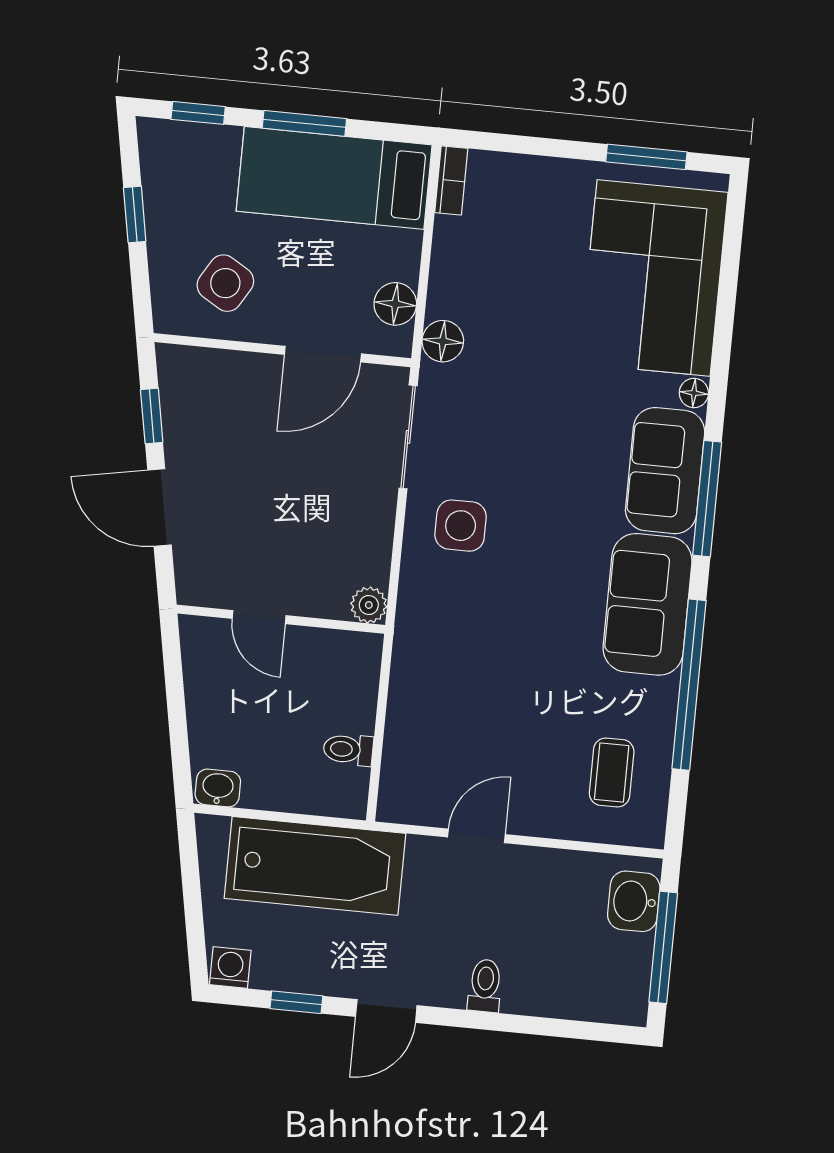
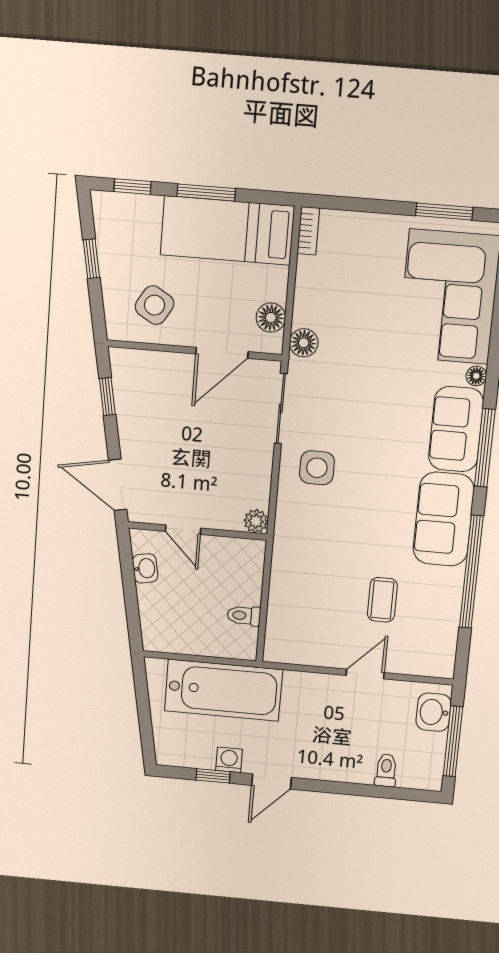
door: (159, 507) -> (118, 485), moved
coffee table: (612, 772) -> (382, 600), moved
washbasin: (218, 788) -> (145, 568), moved, turned 80
door: (476, 836) -> (365, 674), moved
washing machine: (230, 968) -> (229, 760), moved
toilet: (485, 986) -> (386, 770), moved

